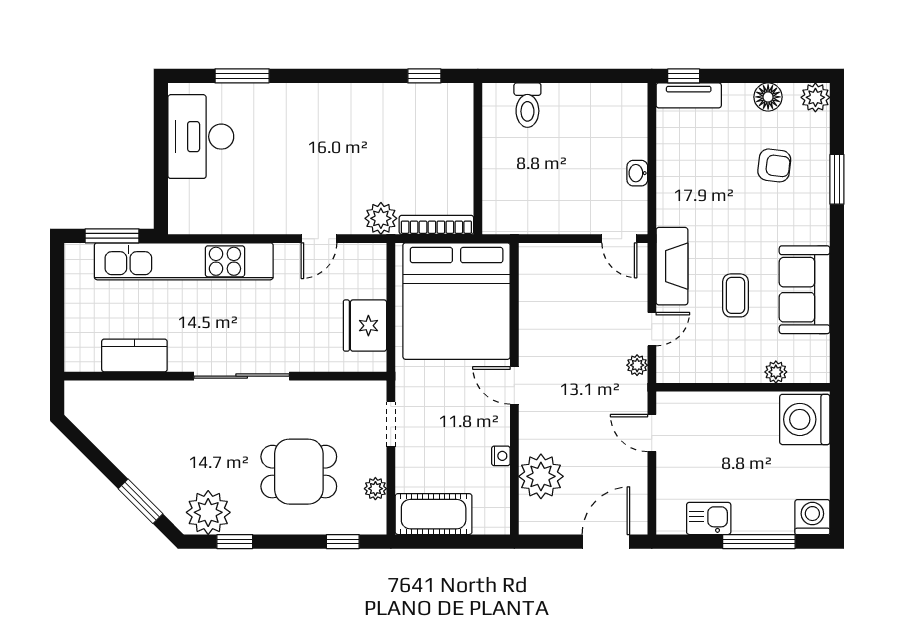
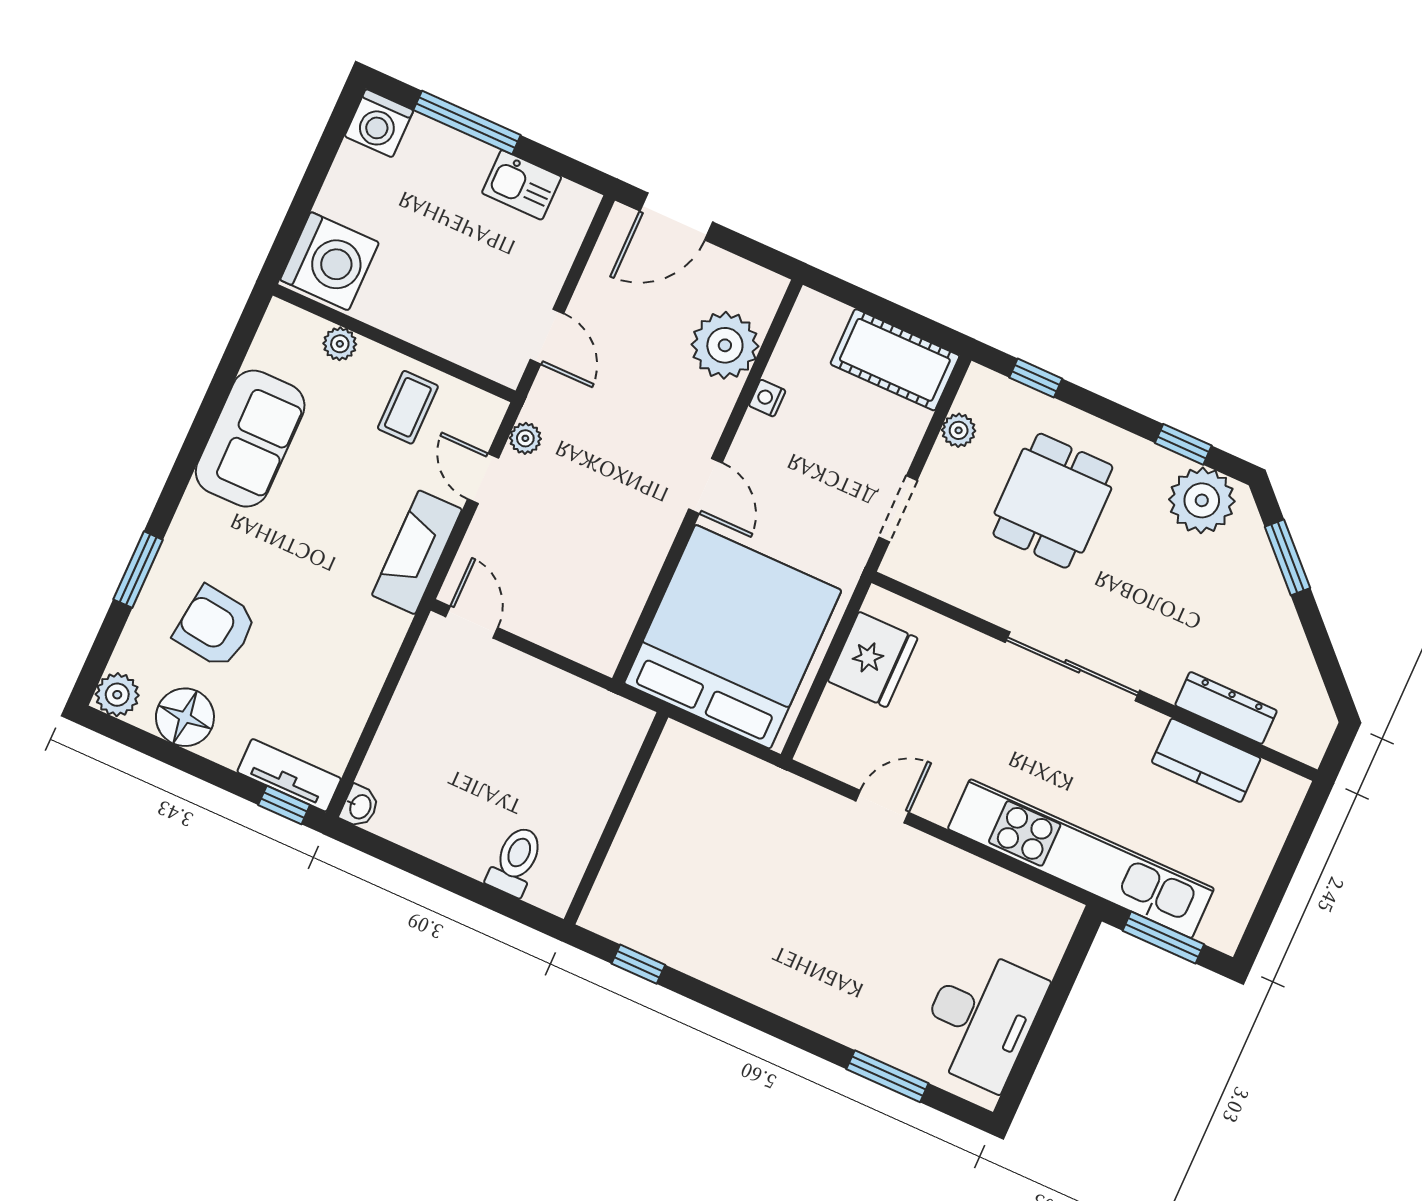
floor lamp: (768, 97) -> (185, 717), width x1.38, depth x1.38
armchair: (774, 165) -> (215, 627), width x1.38, depth x1.38
washbasin: (637, 173) -> (360, 806), moved
plant: (381, 218) -> (785, 796), removed
bookcase: (436, 225) -> (713, 753), removed
coffee table: (736, 295) -> (408, 407), moved
door: (652, 329) -> (483, 479), hinge flipped
dresser: (137, 393) -> (1226, 708), added
dining table: (299, 472) -> (1053, 501), turned 90

